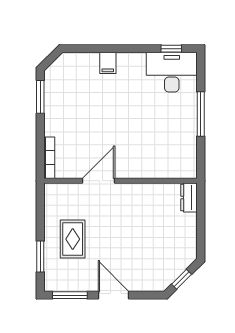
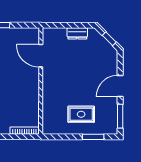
door: (99, 181) -> (41, 56), moved
dresser: (189, 198) -> (77, 33), moved

